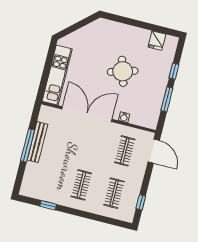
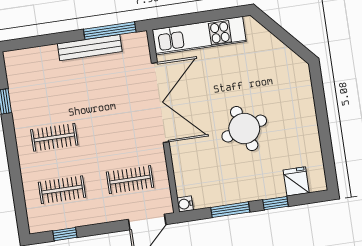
fridge: (157, 41) -> (296, 181), moved, turned 90
water cooler: (124, 117) -> (185, 204), moved
window: (28, 145) -> (110, 31), moved

